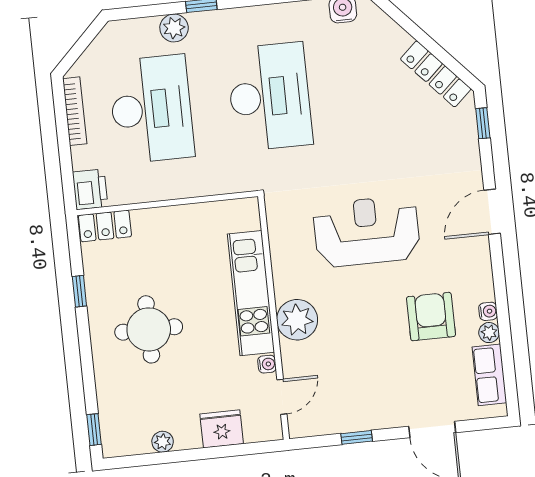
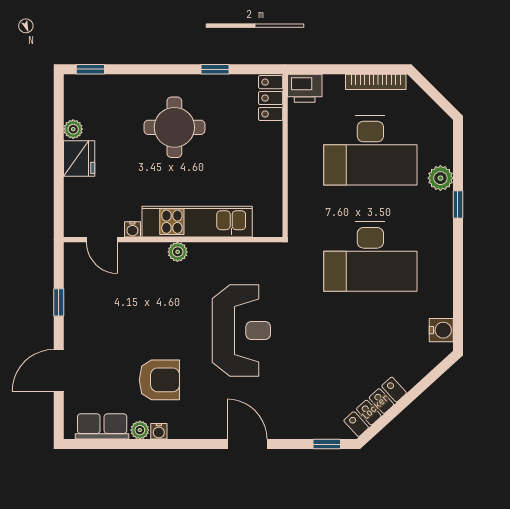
plant: (297, 320) -> (178, 252), width x0.53, depth x0.53
fridge: (222, 429) -> (79, 159), moved

